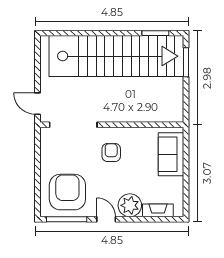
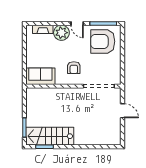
stairs: (116, 56) -> (50, 136), width x0.54, depth x0.66
door: (38, 104) -> (123, 111), moved
sofa: (171, 154) -> (40, 76), moved, turned -90
armchair: (67, 192) -> (103, 41), turned 90

